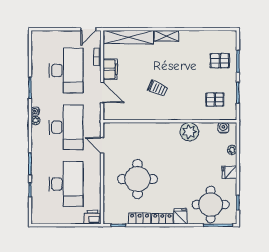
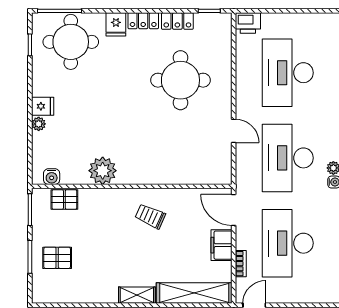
wall: (170, 121) -> (132, 186), moved
water cooler: (223, 128) -> (52, 177), moved
plant: (189, 132) -> (103, 171), moved
fridge: (229, 172) -> (43, 106), moved

